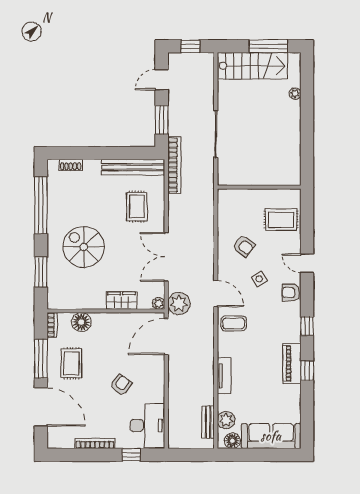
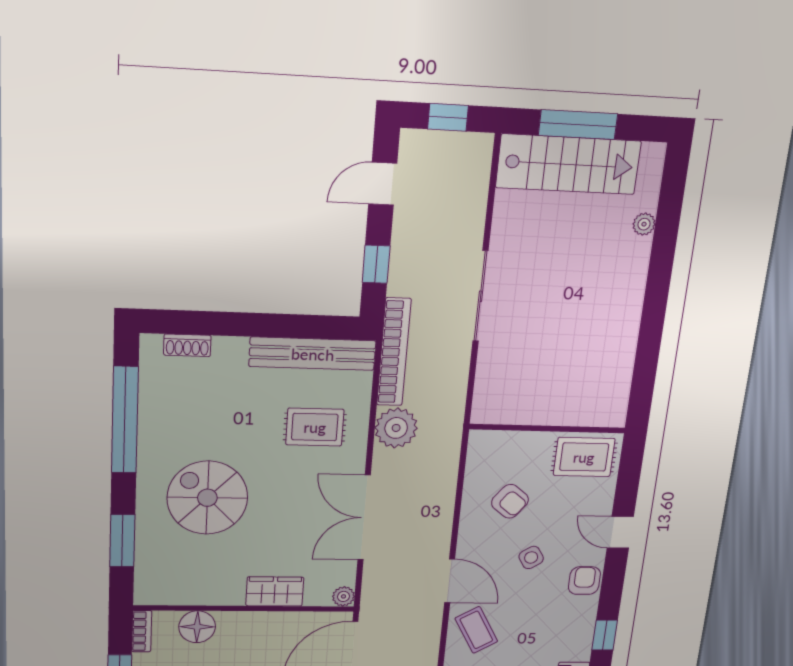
window: (268, 46) -> (578, 125), moved
window: (162, 120) -> (376, 264), width x0.67
wall: (259, 187) -> (547, 429), moved
rug: (137, 206) -> (315, 427), turned 90
armchair: (291, 293) -> (584, 581), turned 90
plant: (179, 304) -> (396, 428), moved
coffee table: (234, 323) -> (476, 630), turned 60

